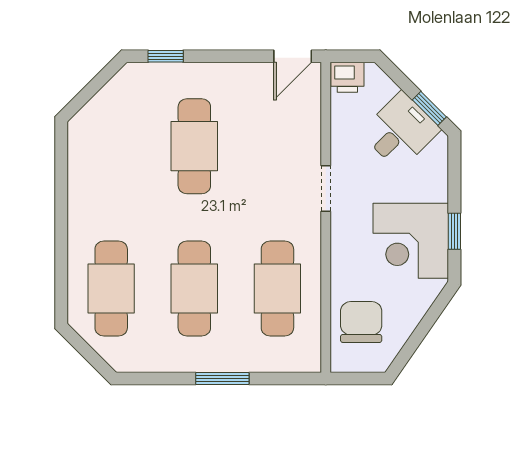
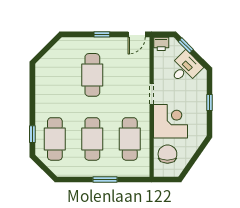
window: (166, 56) -> (102, 34), moved
window: (429, 108) -> (186, 45), moved
window: (454, 231) -> (209, 102), moved
corner desk: (411, 241) -> (170, 121), moved, turned 180
window: (61, 278) -> (32, 134), added

